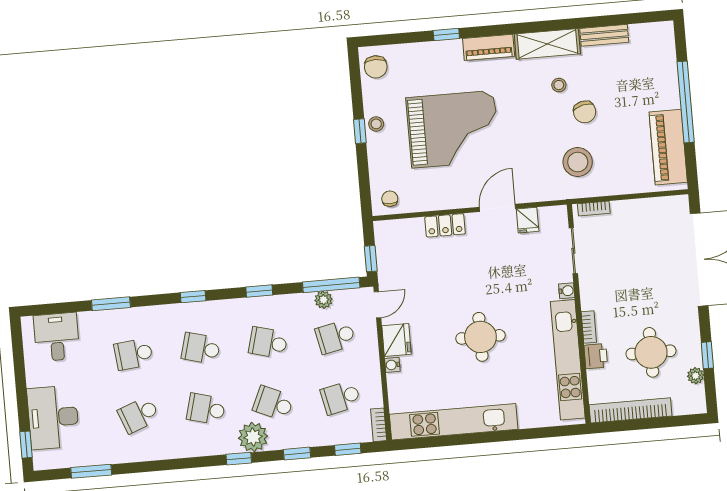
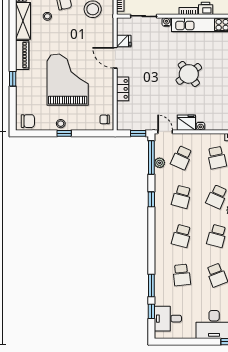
window: (193, 297) -> (151, 311), moved
school desk: (335, 337) -> (182, 158), turned 36
round table: (480, 337) -> (189, 74), turned -37

